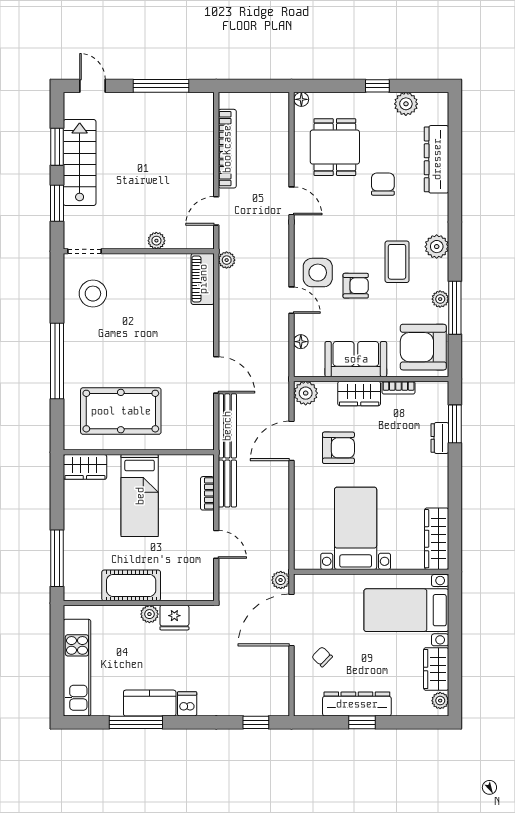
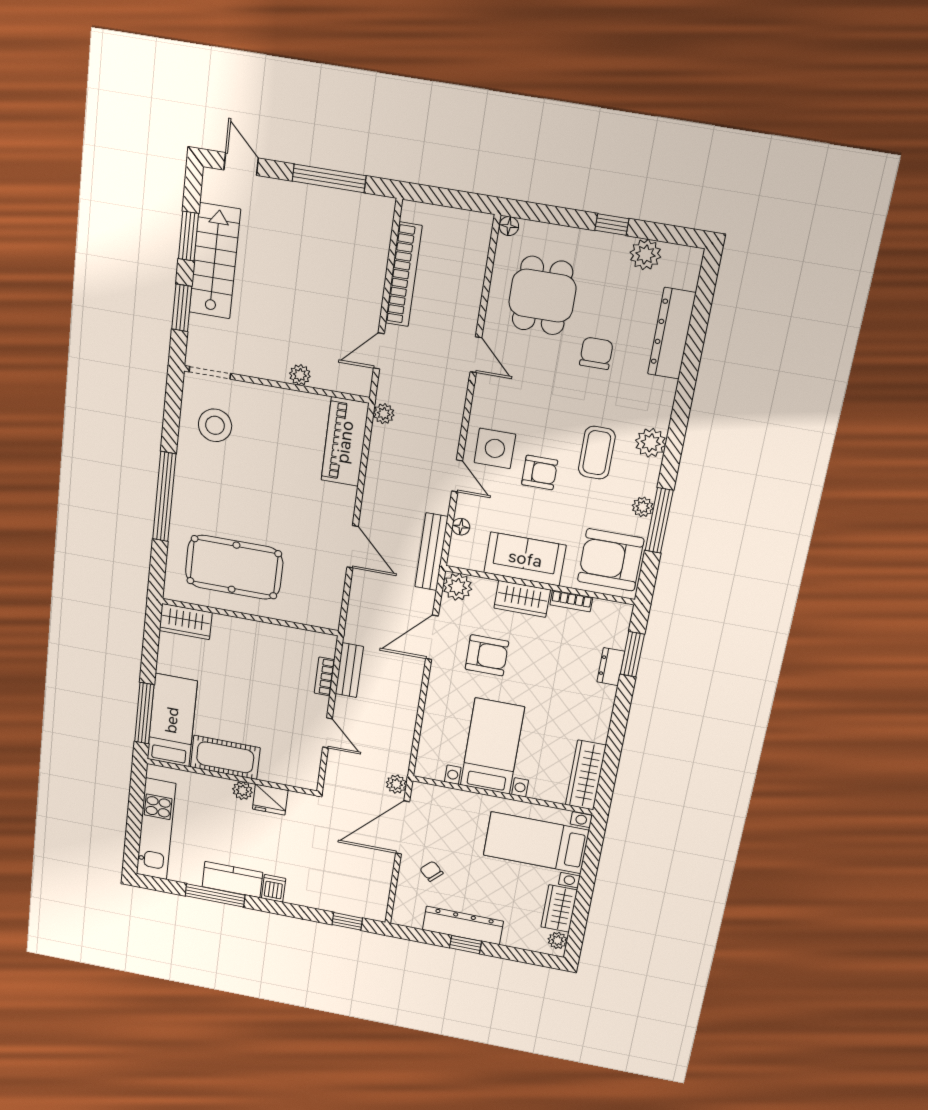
piano: (203, 279) -> (345, 442), width x1.37, depth x1.33
bench: (227, 426) -> (431, 552), moved
bed: (140, 496) -> (172, 720), moved, turned 180

